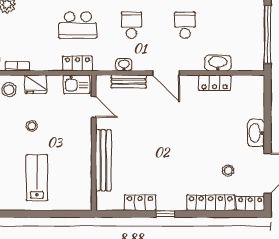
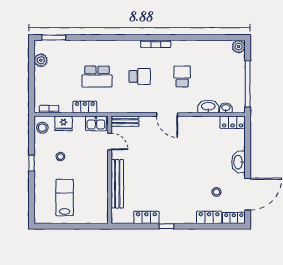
school desk: (131, 25) -> (140, 76), turned 90
locker: (77, 64) -> (85, 107), moved
washbasin: (124, 65) -> (226, 108), moved
bench: (129, 81) -> (125, 121), moved
locker: (214, 83) -> (233, 122), moved
locker: (211, 203) -> (209, 217), width x0.66

